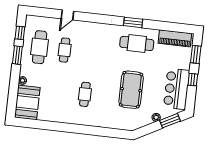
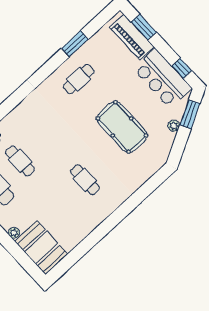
window: (133, 22) -> (75, 44), moved
piano: (175, 38) -> (132, 37), moved, turned 90
cafe table: (137, 43) -> (79, 79), width x0.73, depth x0.74
window: (193, 80) -> (182, 68), moved

